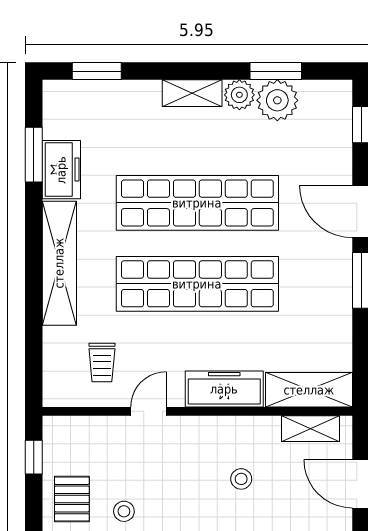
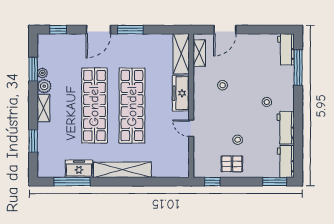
window: (97, 71) -> (33, 141), moved
plant: (277, 100) -> (42, 73), width x0.53, depth x0.53
window: (34, 155) -> (72, 182), width x1.44
trolley: (102, 363) -> (169, 150), removed

